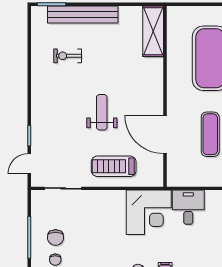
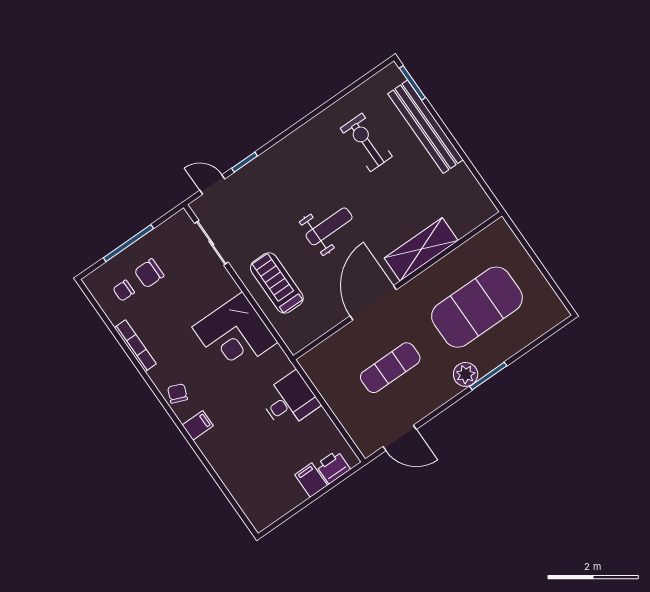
shelving: (153, 31) -> (421, 249), moved
exercise bike: (68, 56) -> (366, 142), width x1.38, depth x1.39
door: (165, 134) -> (373, 303), moved
corner desk: (149, 212) -> (235, 335), moved

